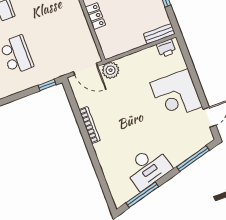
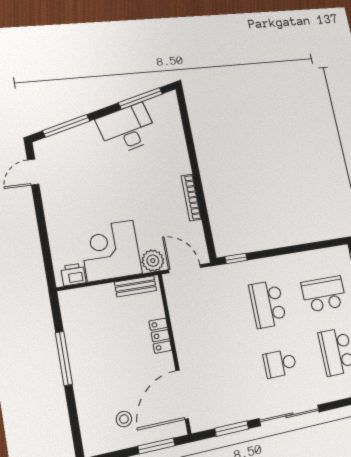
bench: (159, 34) -> (136, 286), moved
corner desk: (176, 95) -> (111, 251), moved, turned -90

